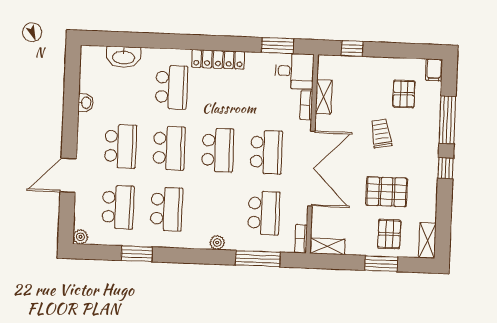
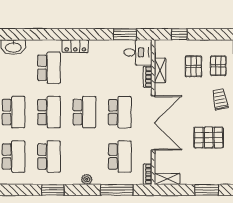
locker: (218, 59) -> (75, 46), width x0.66
trolley: (381, 133) -> (220, 99), moved
pallet: (389, 234) -> (193, 66), moved
window: (137, 254) -> (53, 190), moved

